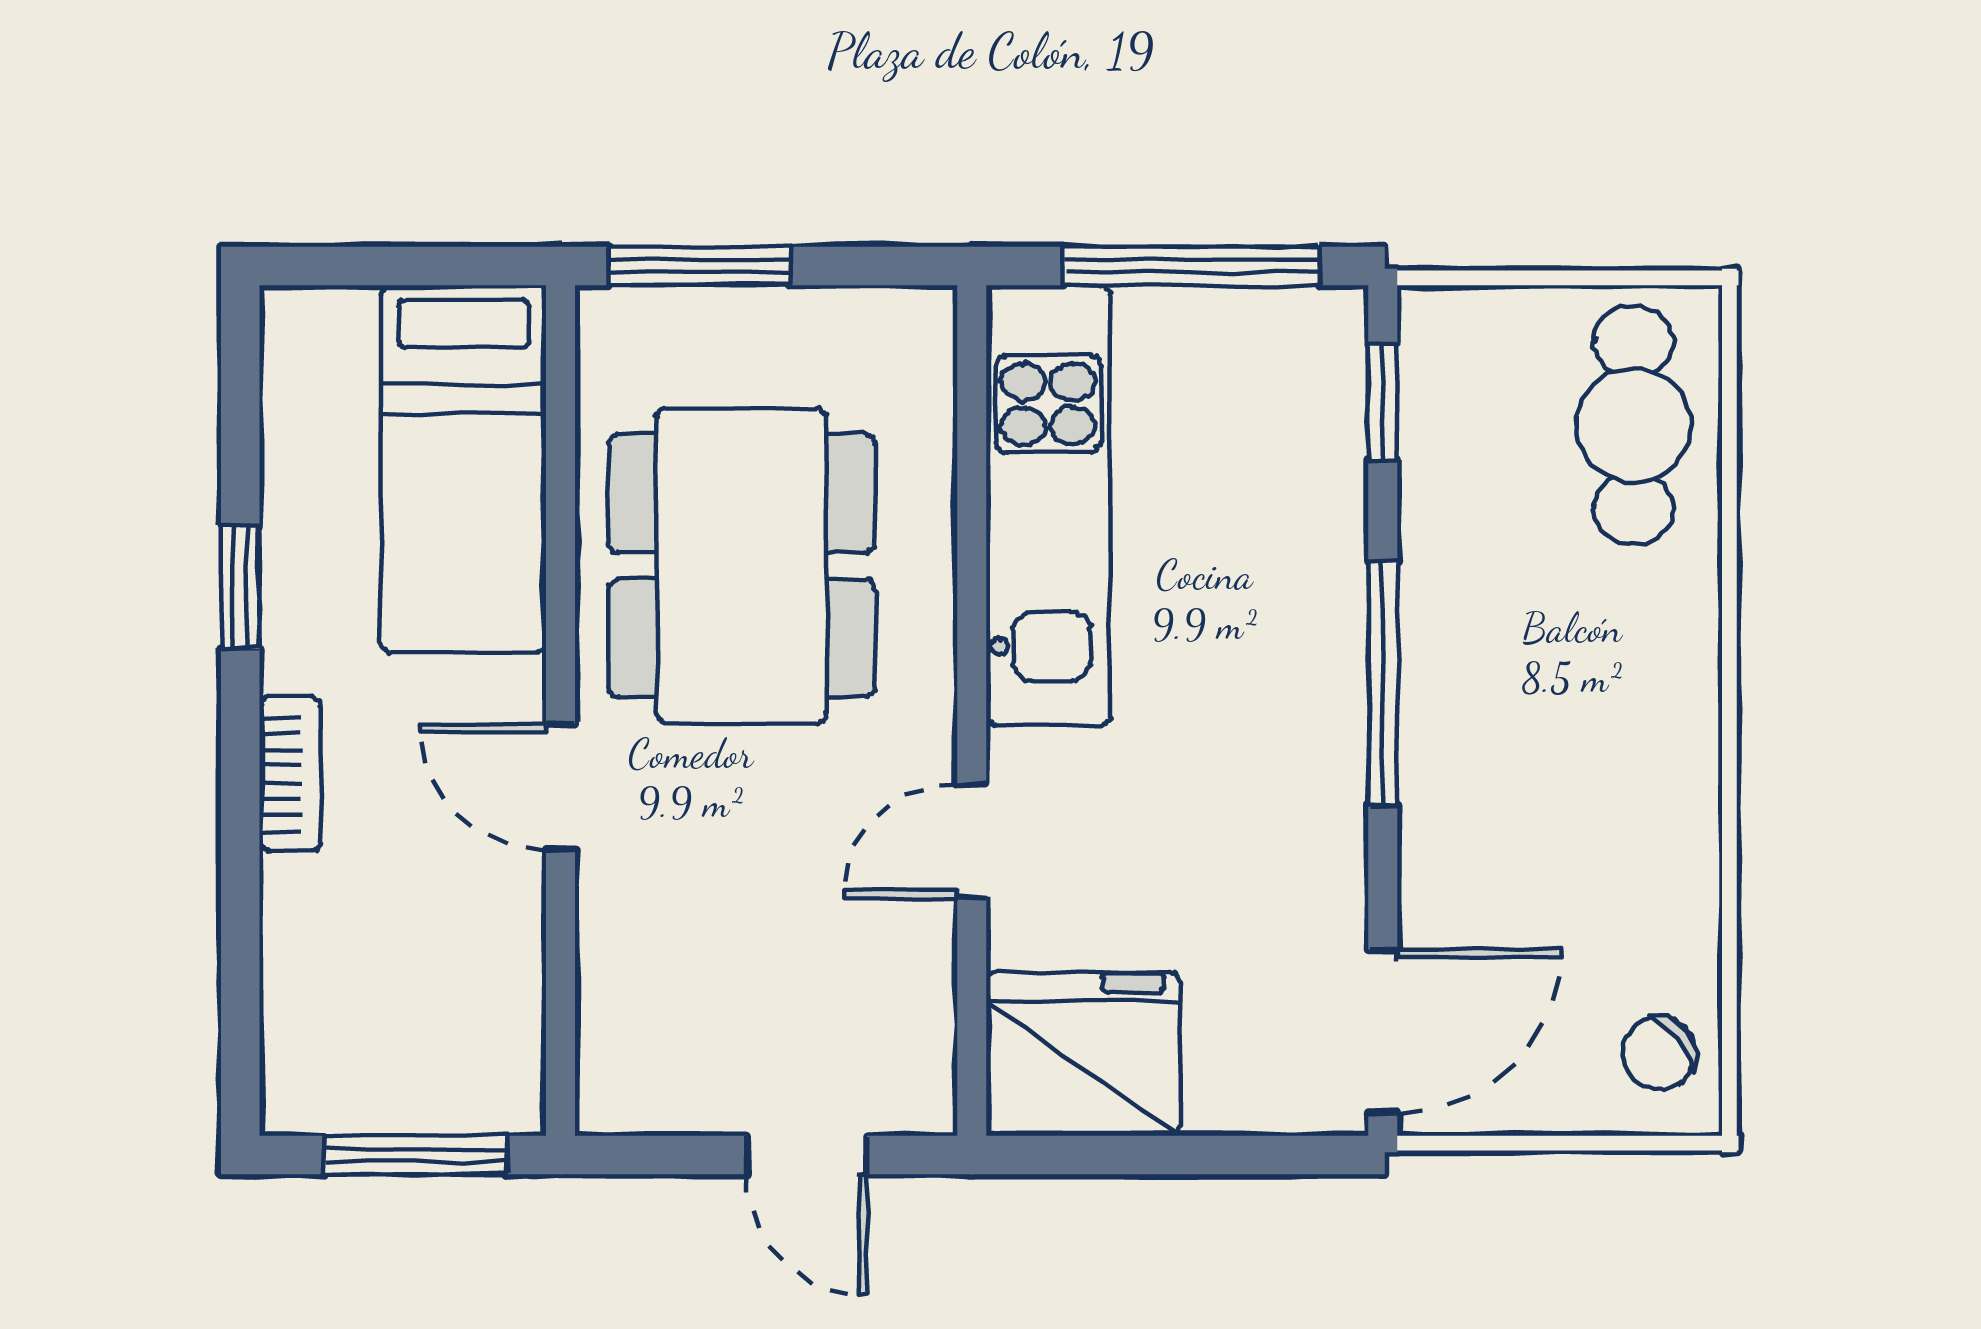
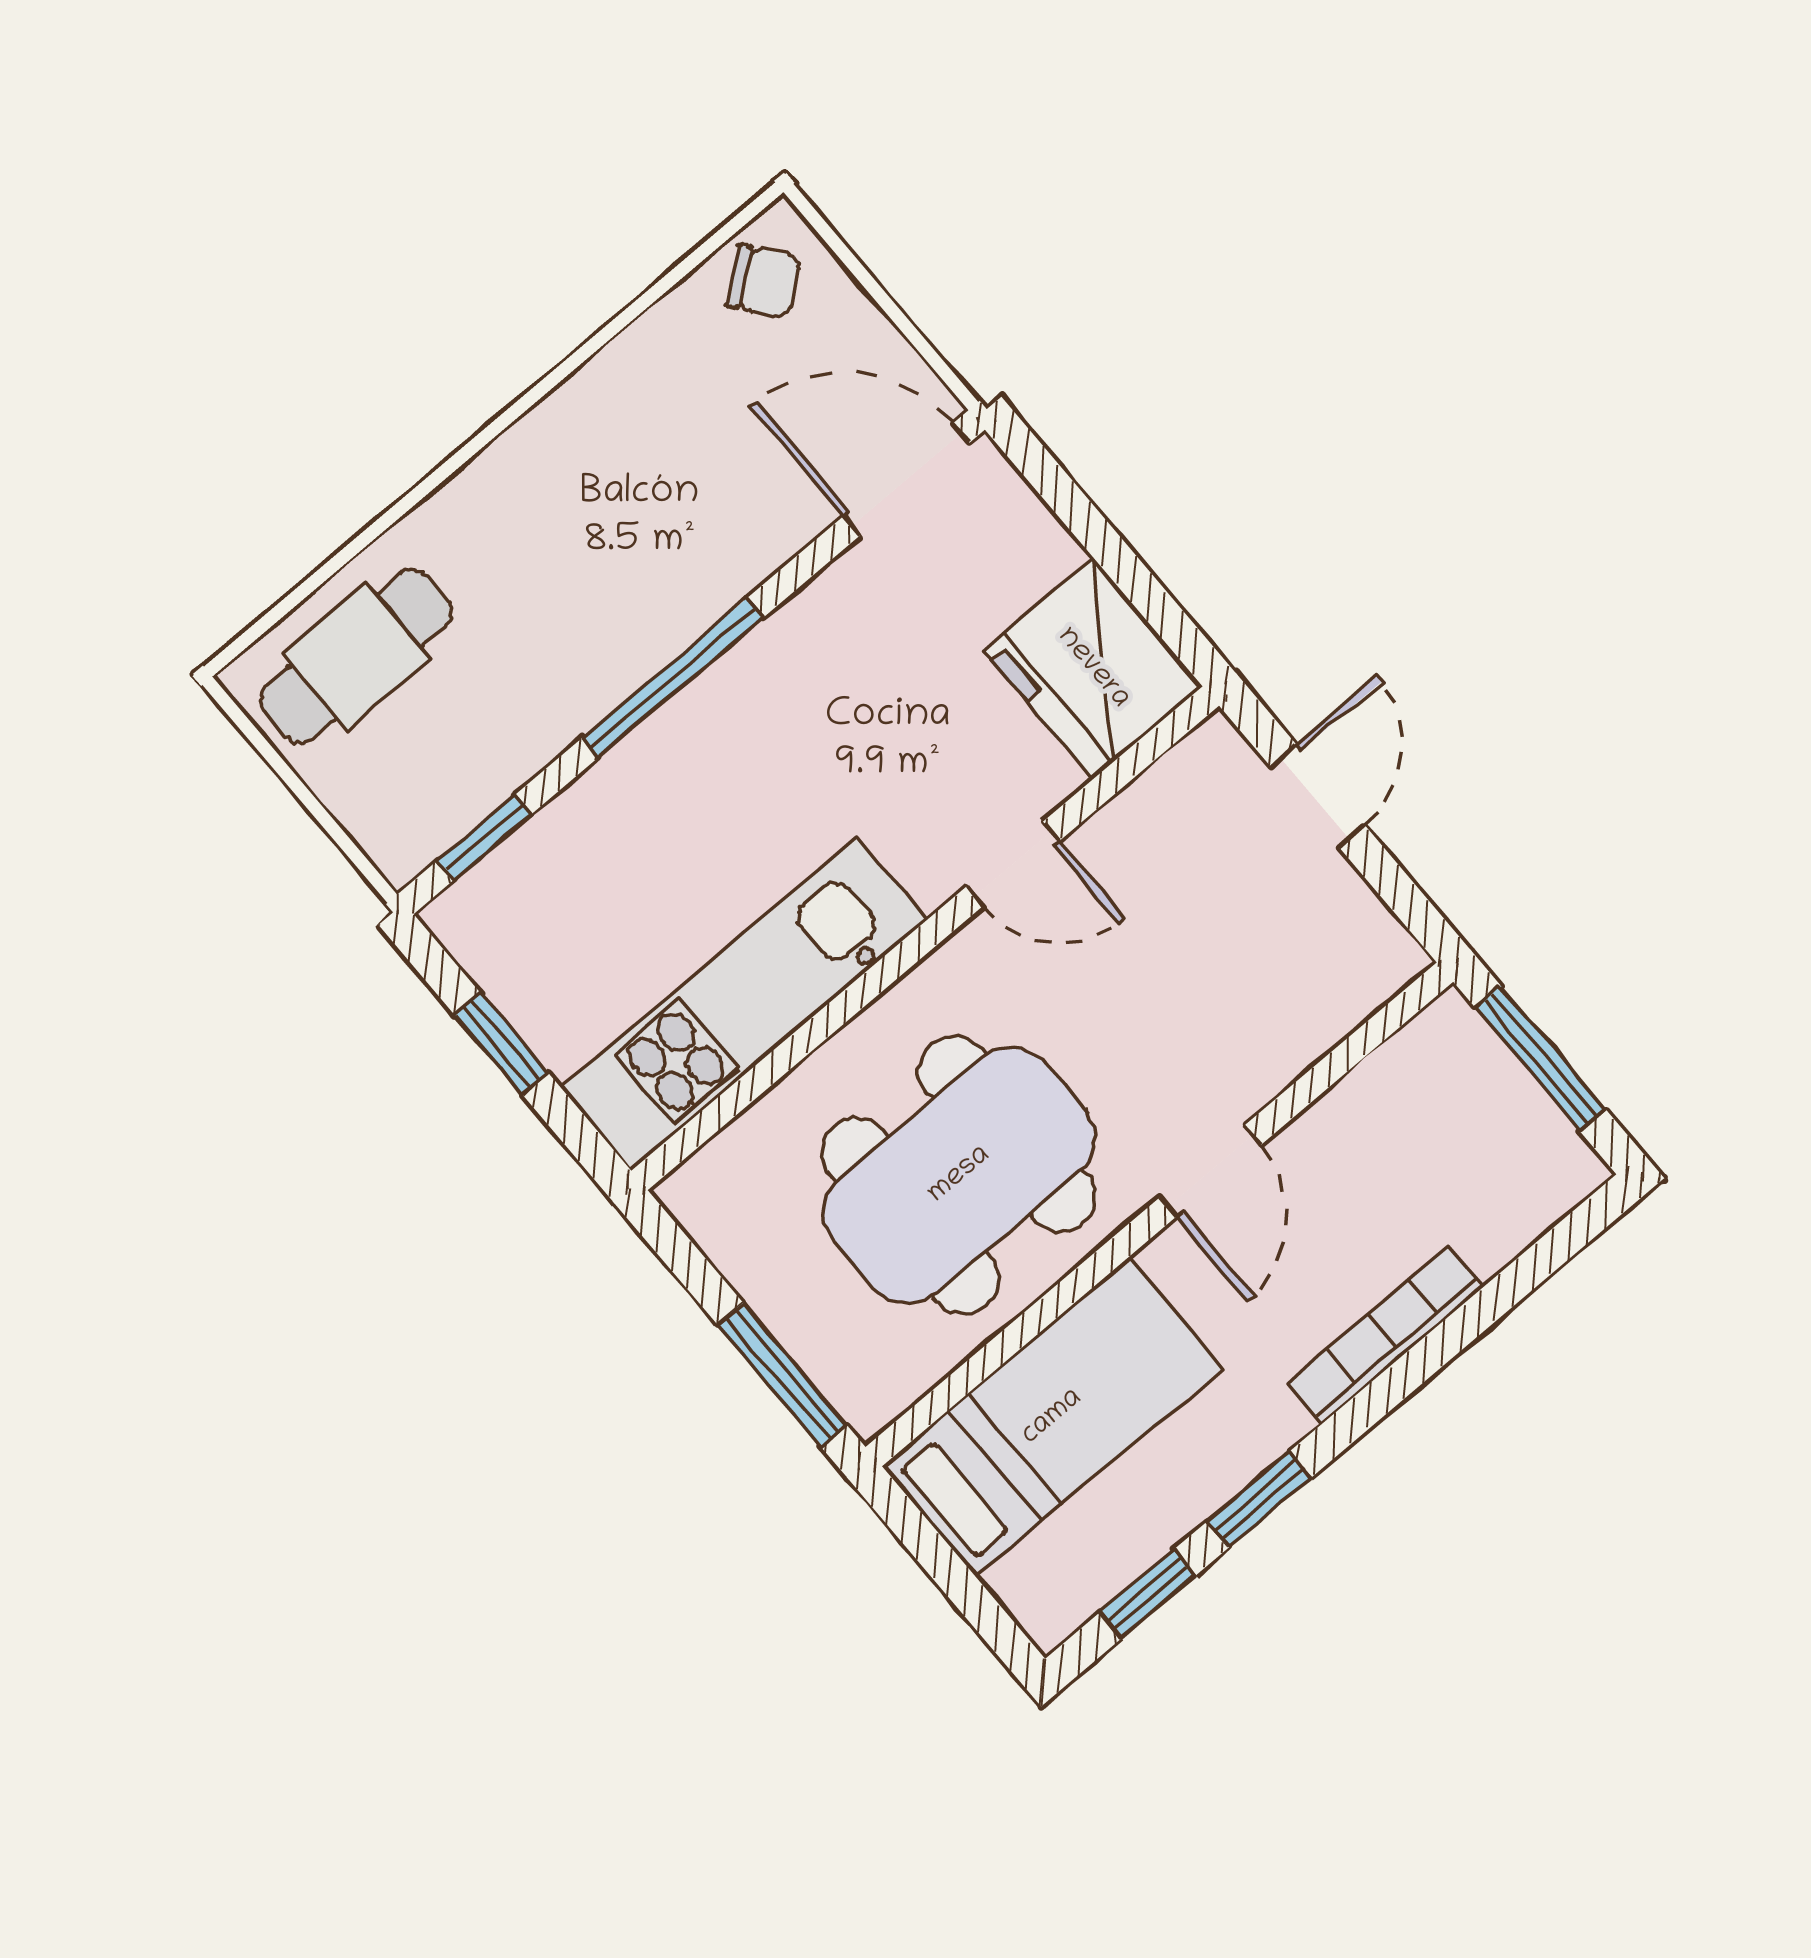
window: (1191, 266) -> (501, 1044), width x0.46
window: (240, 421) -> (1147, 1594), added
bookcase: (290, 774) -> (1385, 1335), width x1.56

